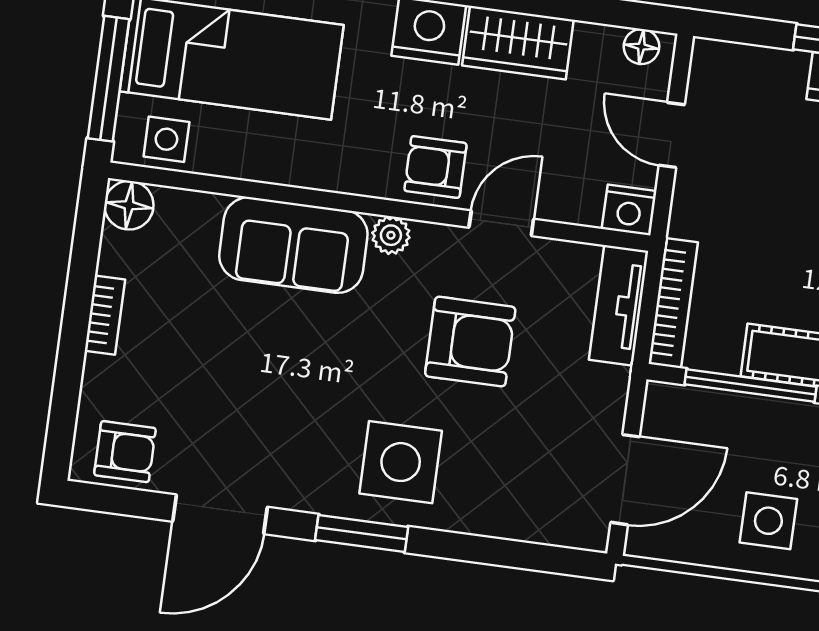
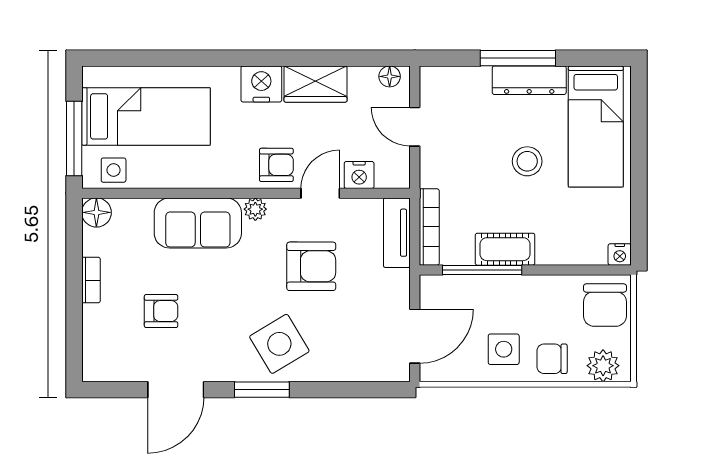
armchair: (435, 167) -> (276, 165), turned 180
nightstand: (629, 210) -> (359, 175), moved
armchair: (125, 452) -> (161, 311), moved
side table: (401, 462) -> (279, 344), turned -31

